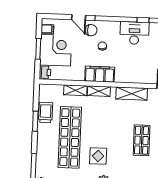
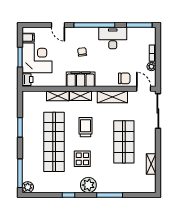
chair: (91, 30) -> (124, 78), moved
trolley: (46, 112) -> (85, 127), moved
shop shelf: (142, 140) -> (124, 142), width x1.43, depth x1.36

